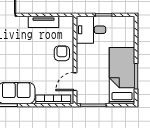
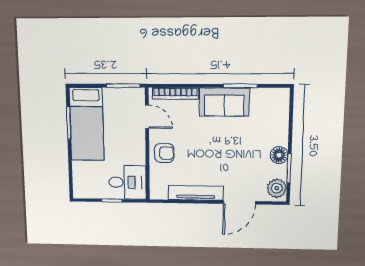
tv unit: (44, 22) -> (196, 193), width x1.41
armchair: (62, 53) -> (164, 153), turned -90
door: (75, 82) -> (147, 117), hinge flipped

